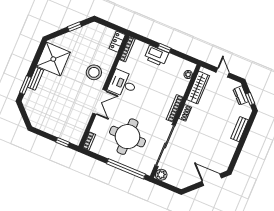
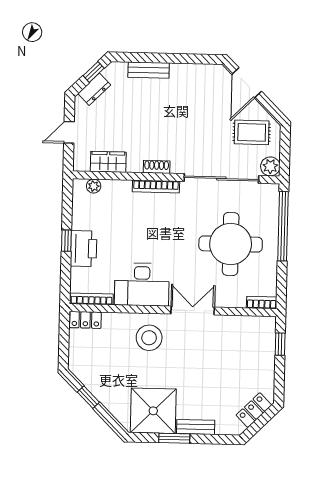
desk: (123, 84) -> (142, 284), width x1.37
window: (25, 85) -> (174, 438), moved
wardrobe: (198, 88) -> (108, 162), width x0.67
locker: (32, 114) -> (254, 410), added
rug: (184, 172) -> (252, 132), added

